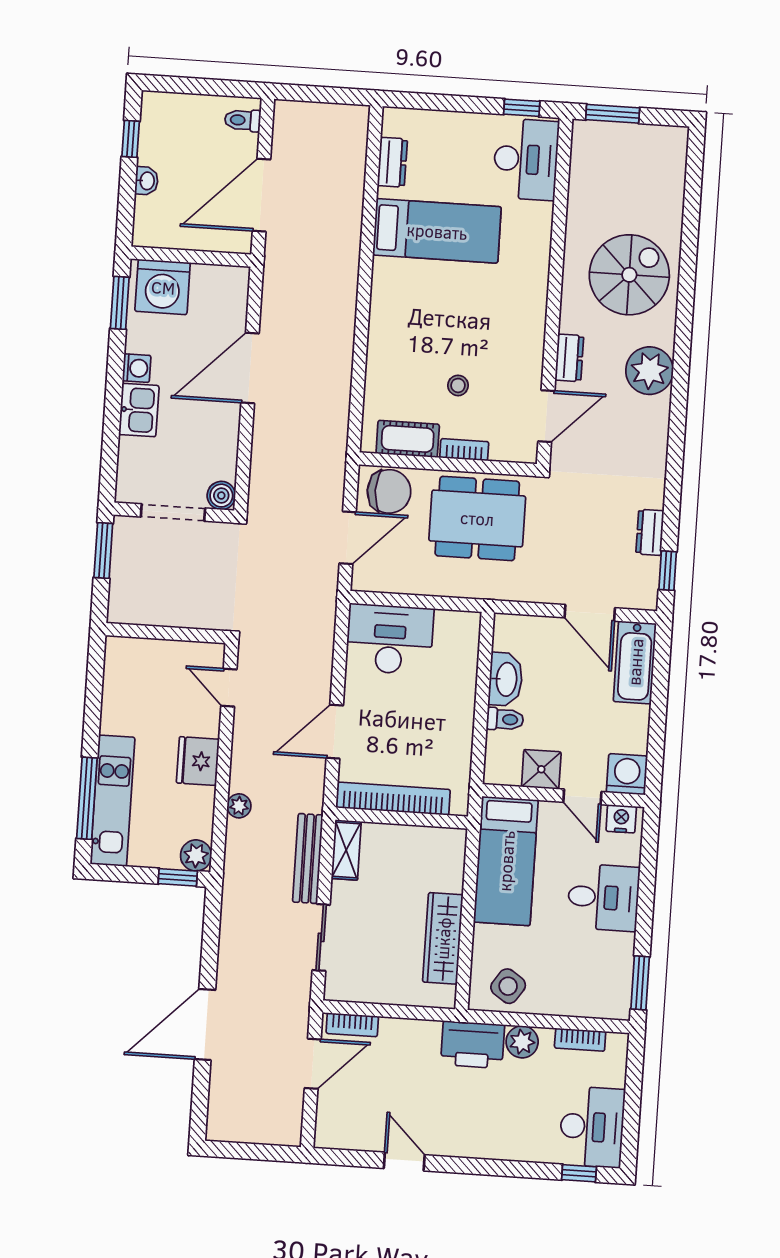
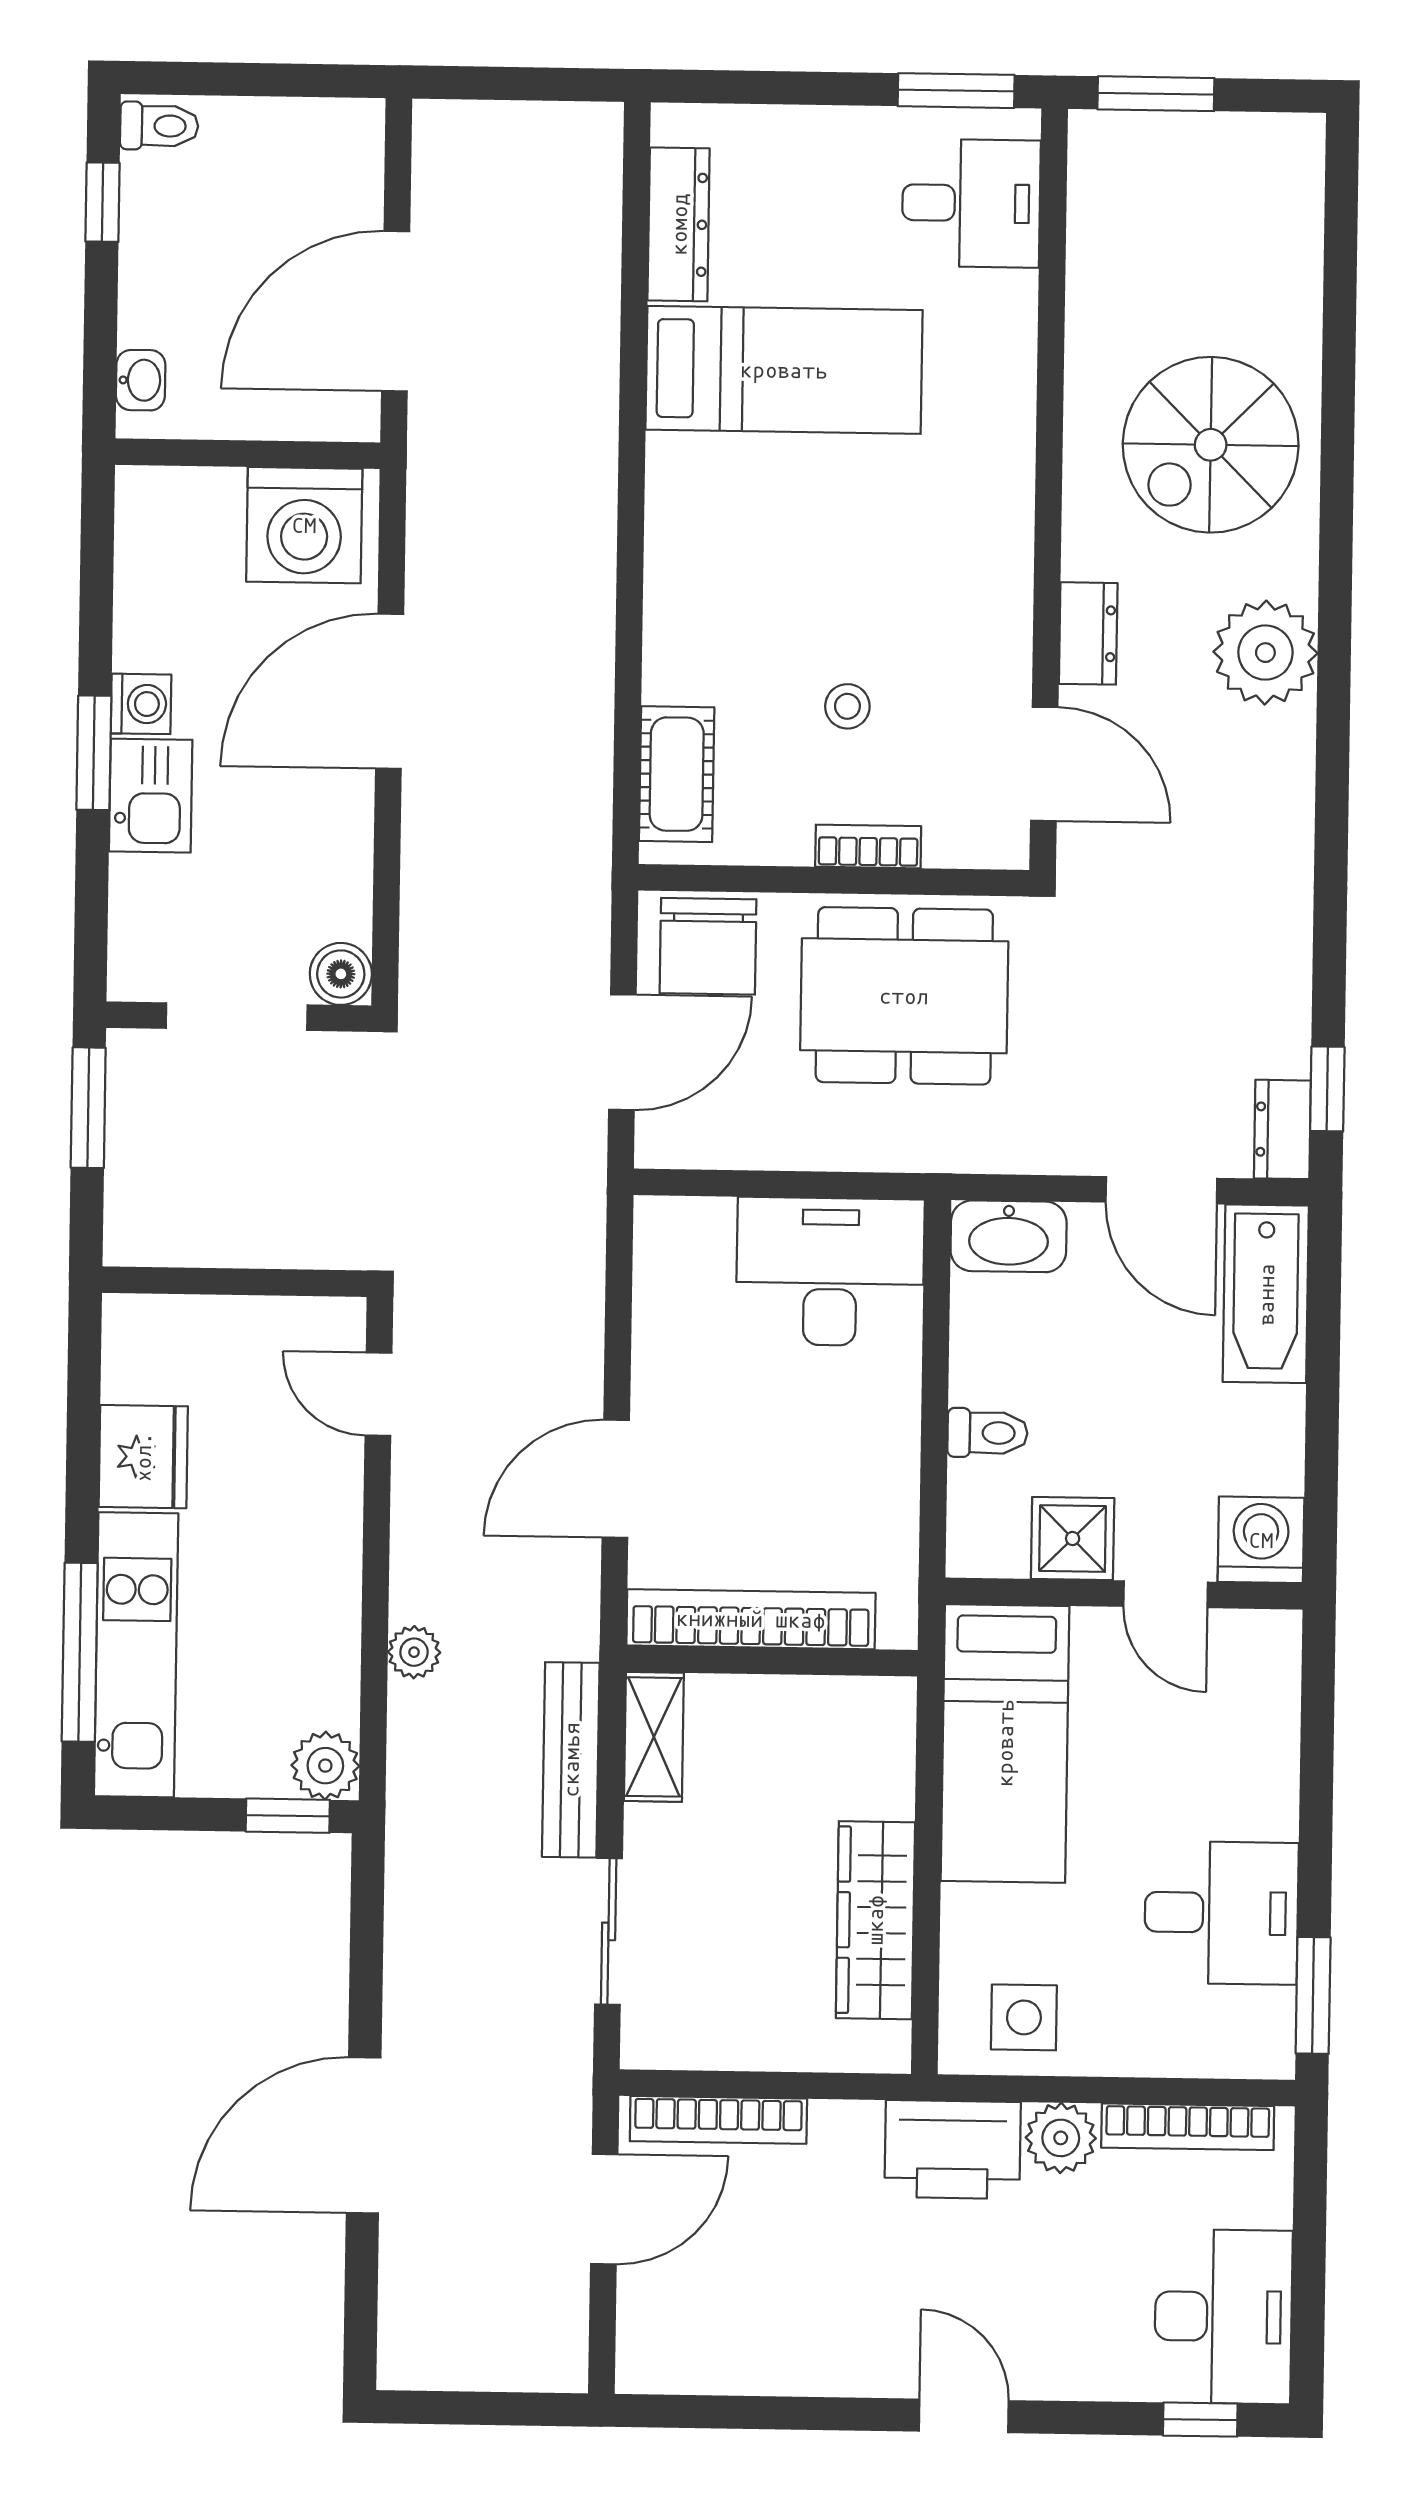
window: (522, 108) -> (956, 91), width x1.50
toilet: (243, 120) -> (159, 126), moved, turned 180
desk: (526, 159) -> (971, 203), width x0.73
dresser: (392, 162) -> (679, 224), width x1.44
washbasin: (147, 181) -> (141, 380), moved
spiral stairs: (629, 275) -> (1211, 445), turned 180
washing machine: (163, 287) -> (304, 525), moved
window: (120, 303) -> (94, 753), moved
door: (546, 416) -> (1044, 764), hinge flipped
cot: (408, 439) -> (677, 774), moved, turned 90
chair: (389, 491) -> (708, 946), turned 90
dresser: (650, 532) -> (1282, 1129), moved
desk: (390, 639) -> (830, 1272), moved
washbasin: (506, 679) -> (1009, 1236), moved, turned 90
fridge: (198, 761) -> (143, 1457), moved, turned 180
nightstand: (621, 819) -> (1253, 1638), removed
desk: (603, 897) -> (1221, 1913), moved
side table: (508, 986) -> (1024, 2017), turned -34
bookcase: (352, 1025) -> (718, 2120), width x1.56
bookcase: (580, 1040) -> (1188, 2127), width x1.56
door: (404, 1162) -> (964, 2416), moved

